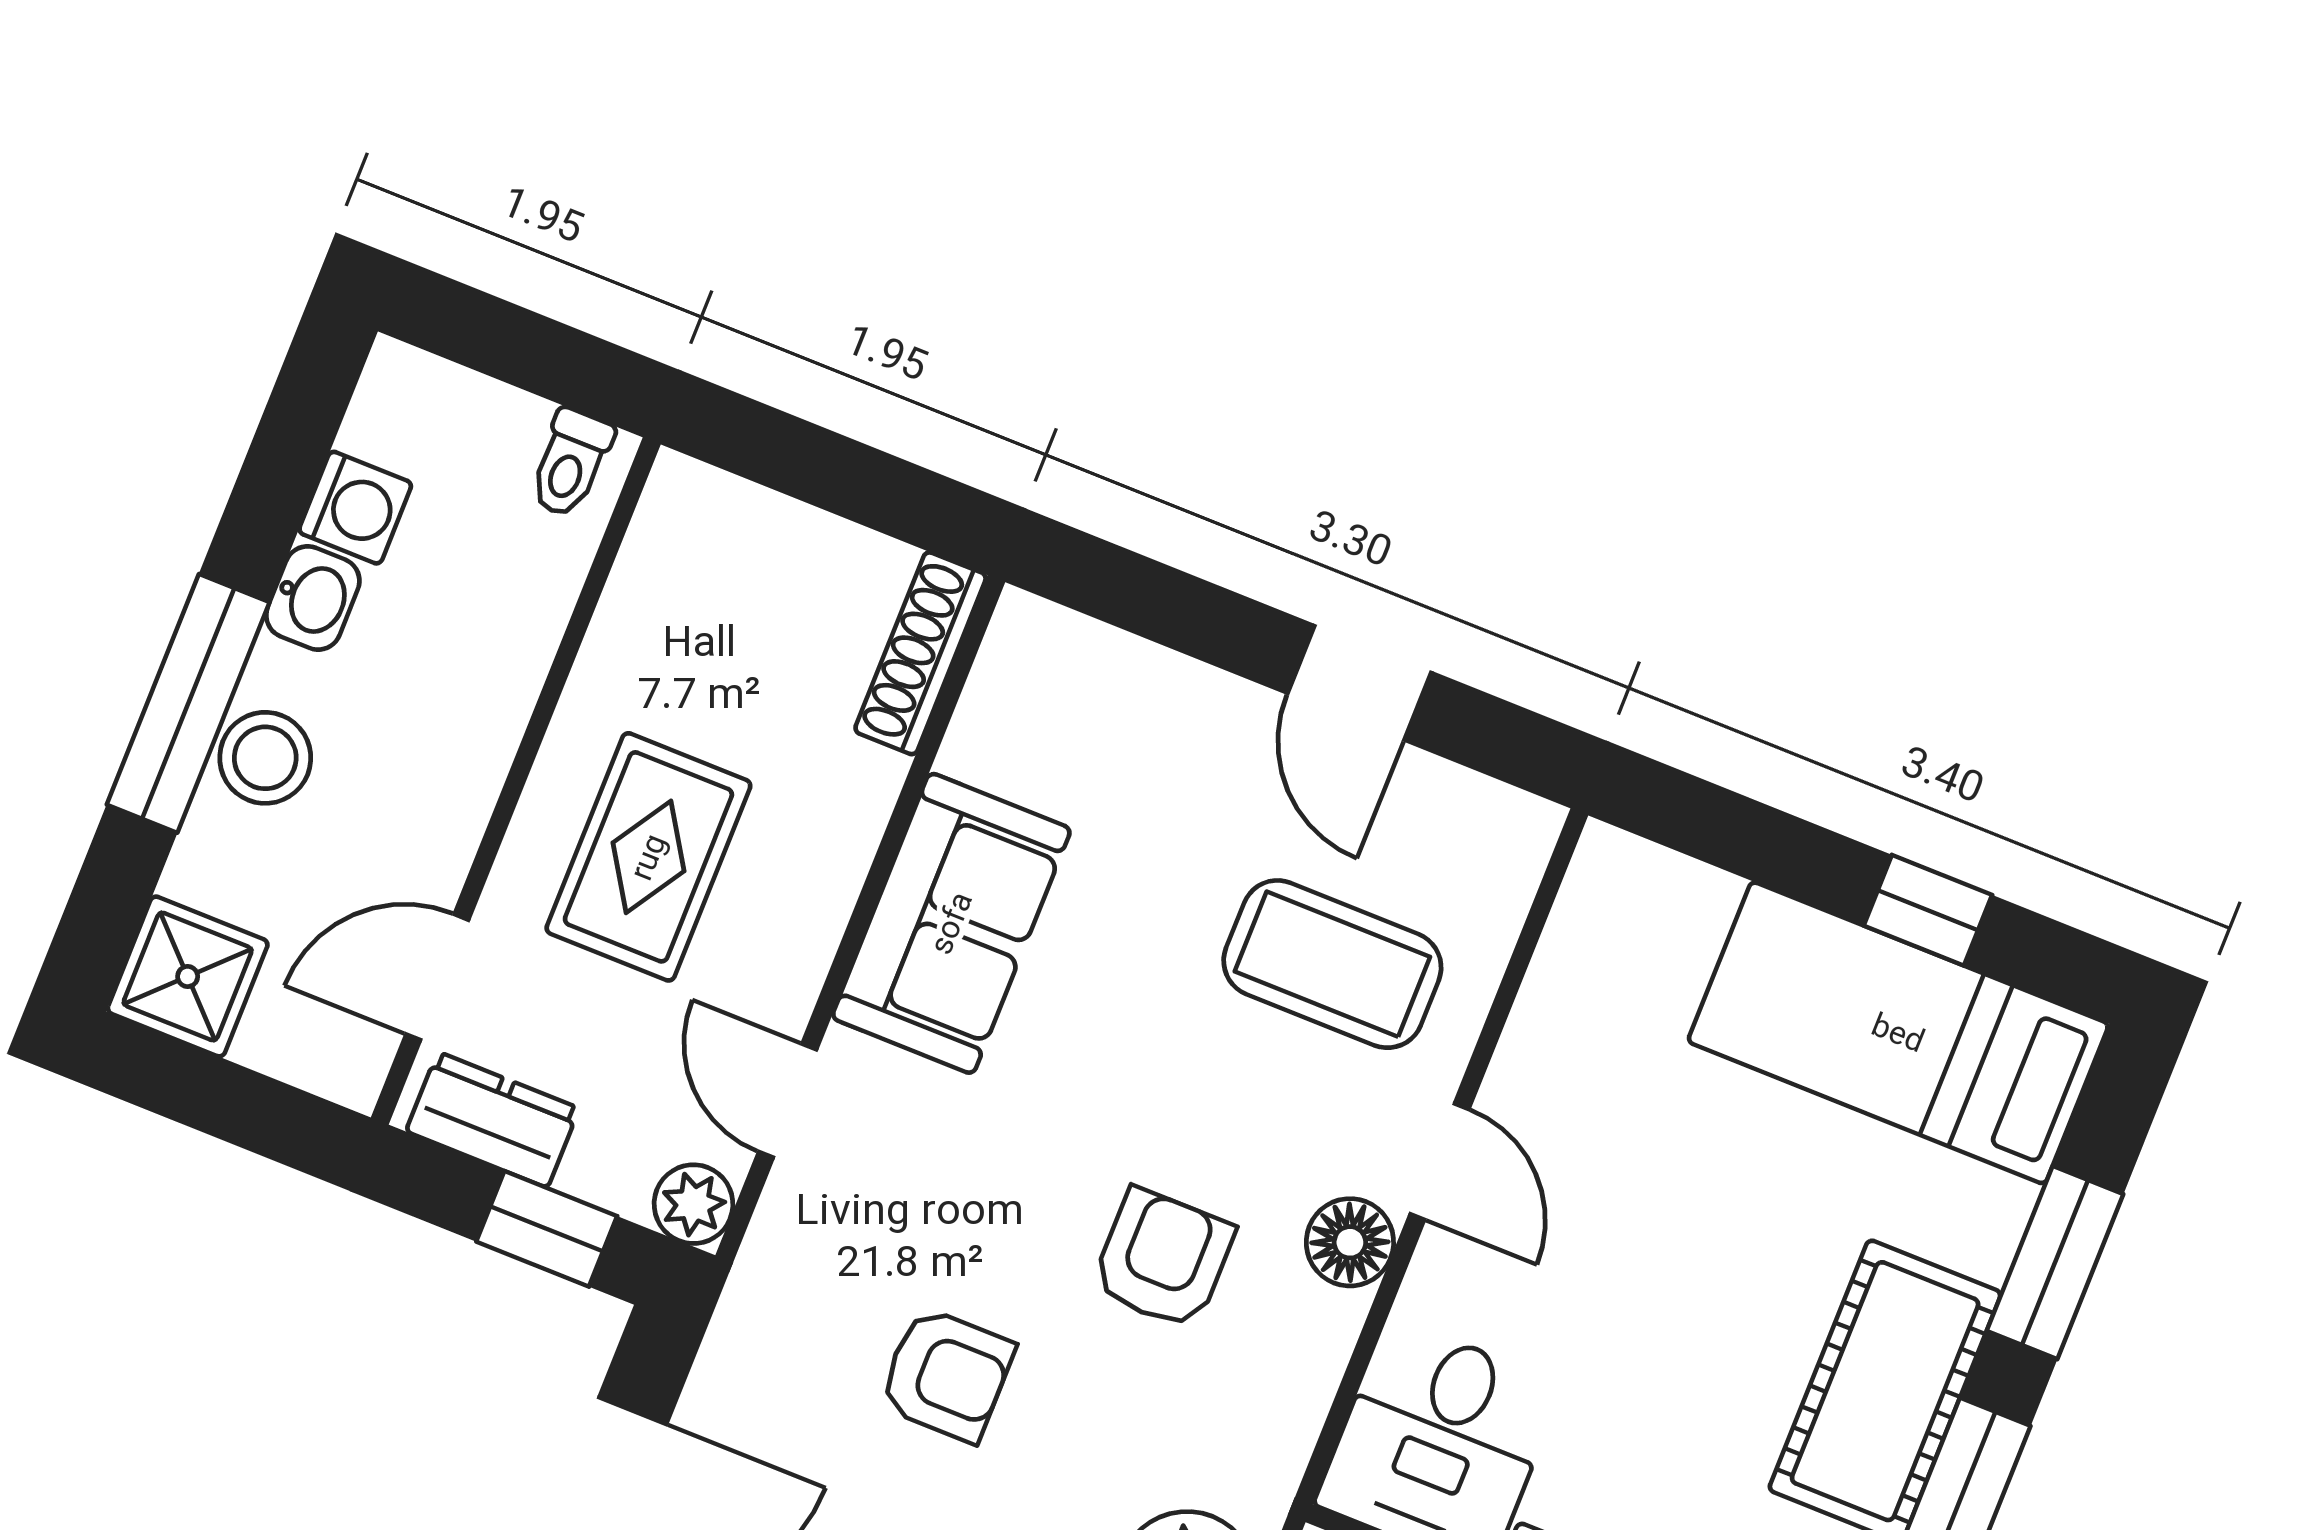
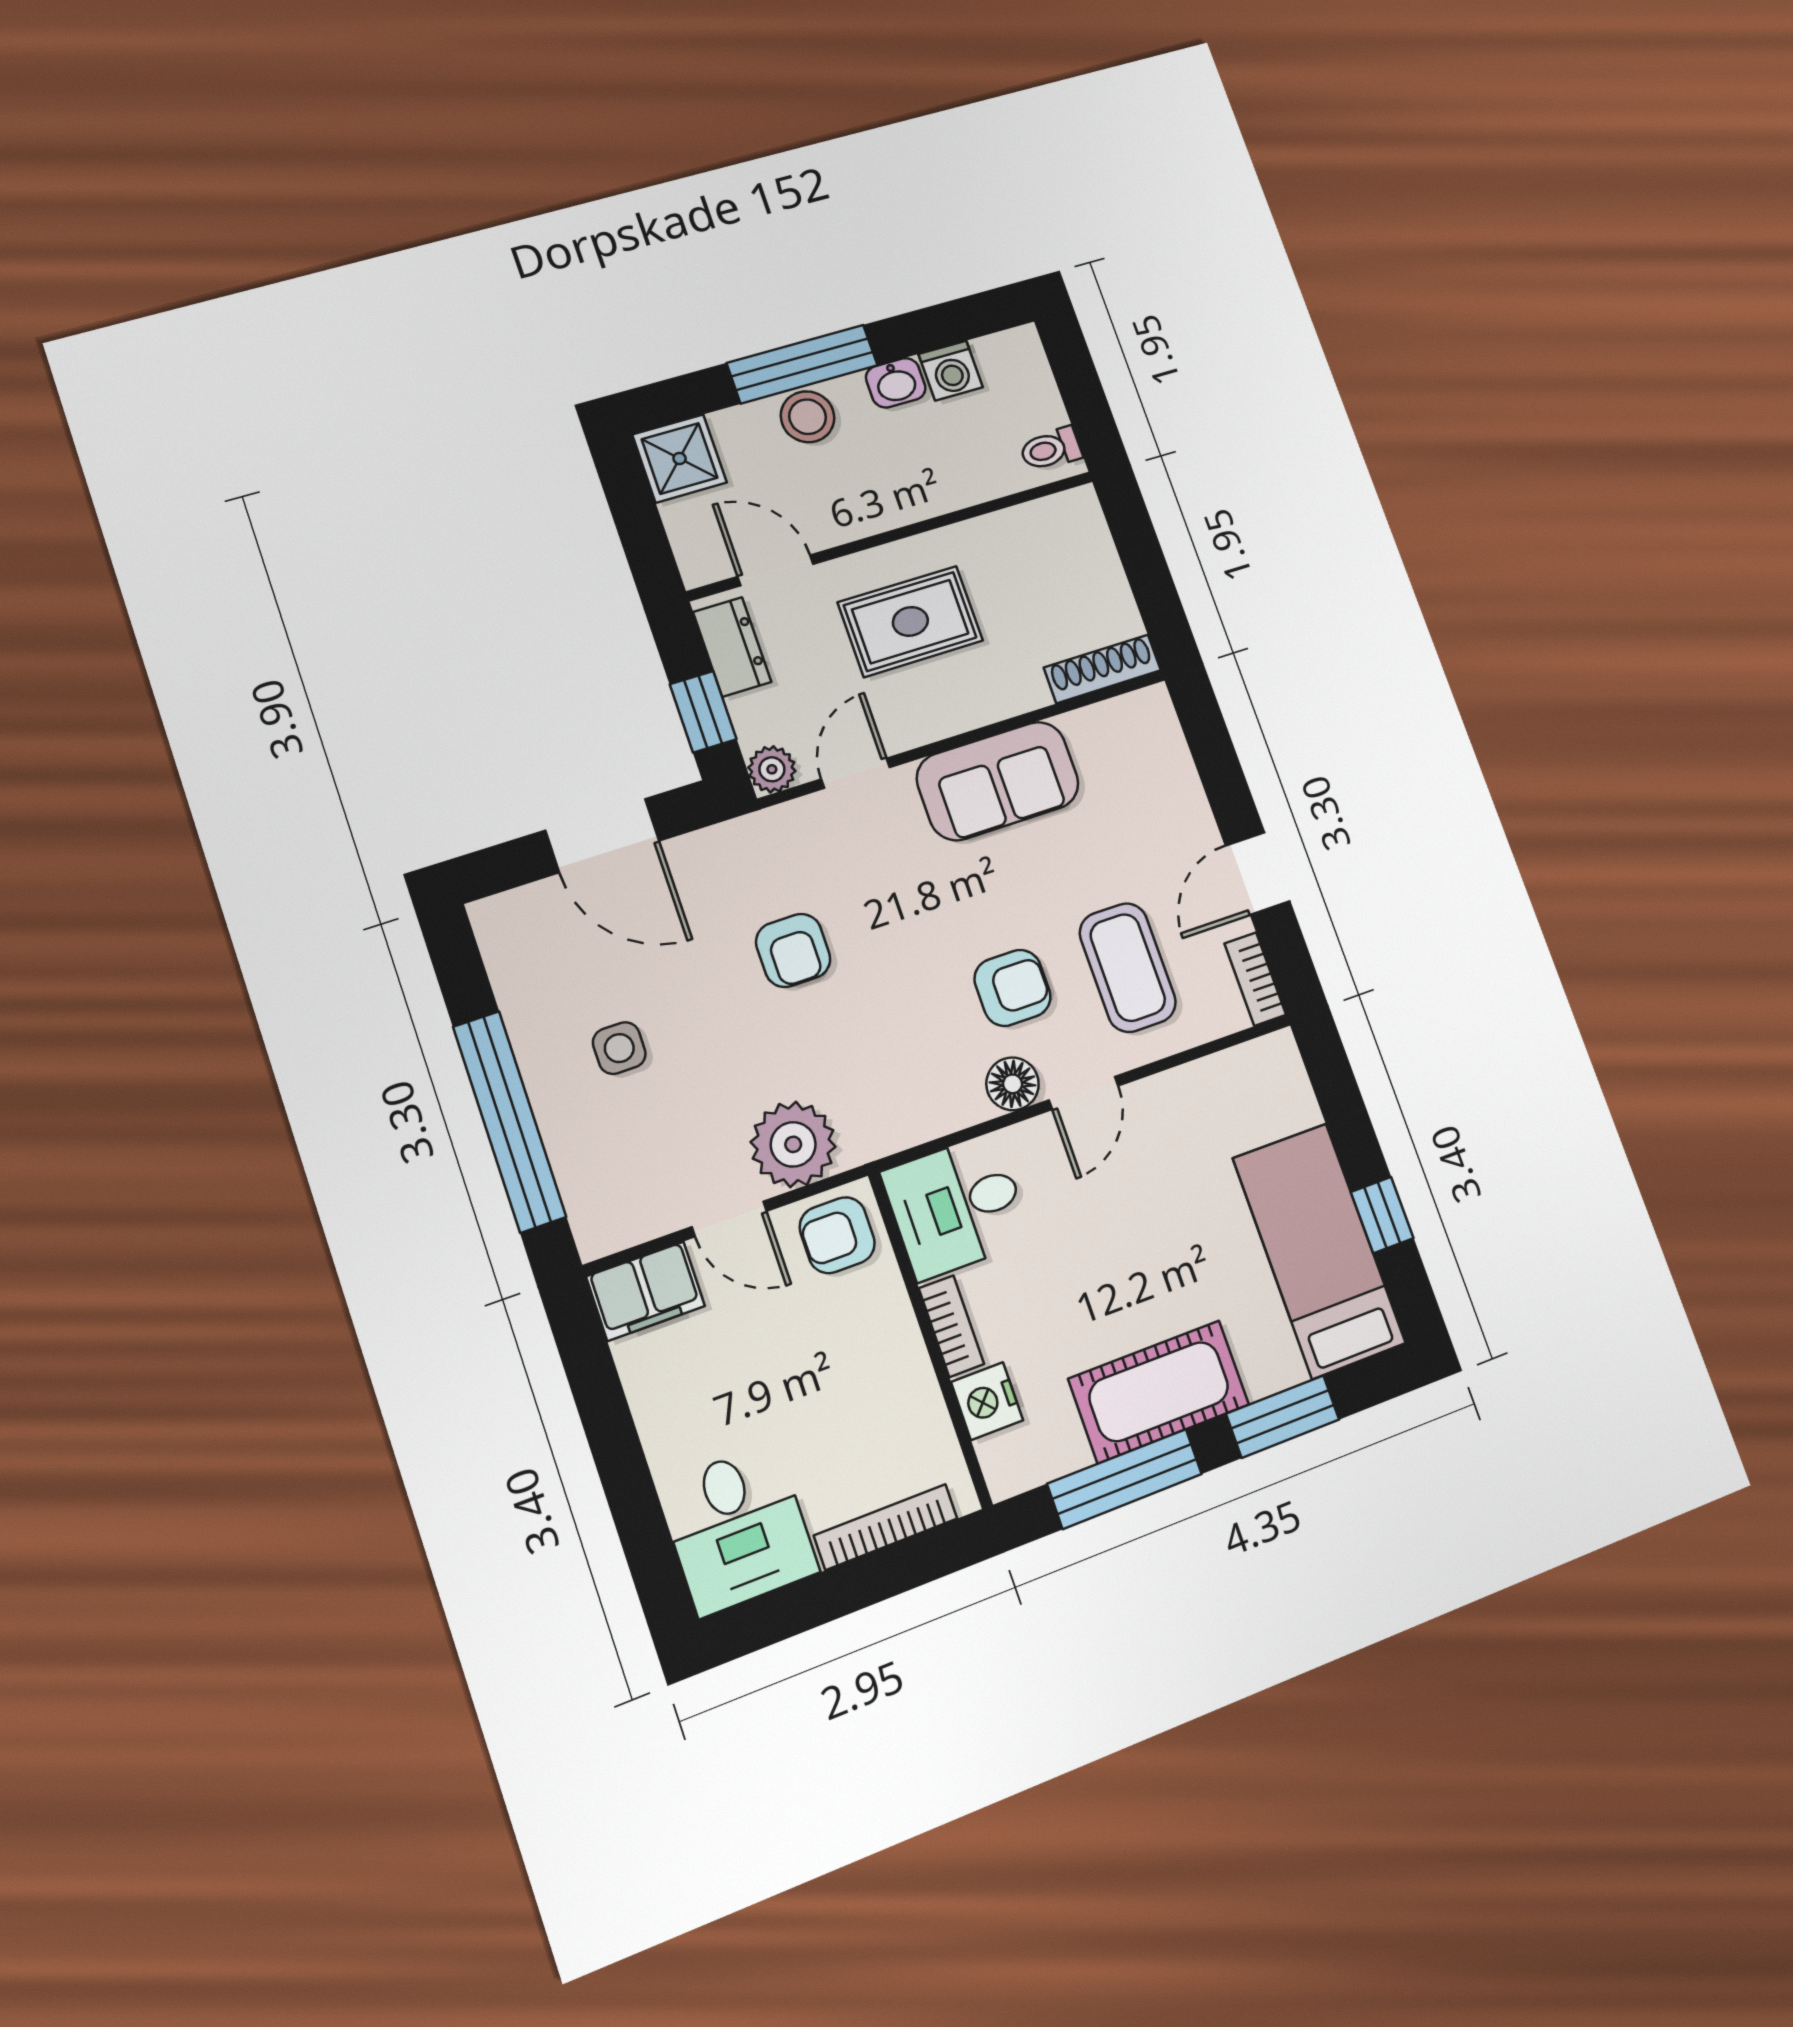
bookcase: (1490, 808) -> (1255, 979), added
armchair: (1163, 1259) -> (1012, 988), moved

